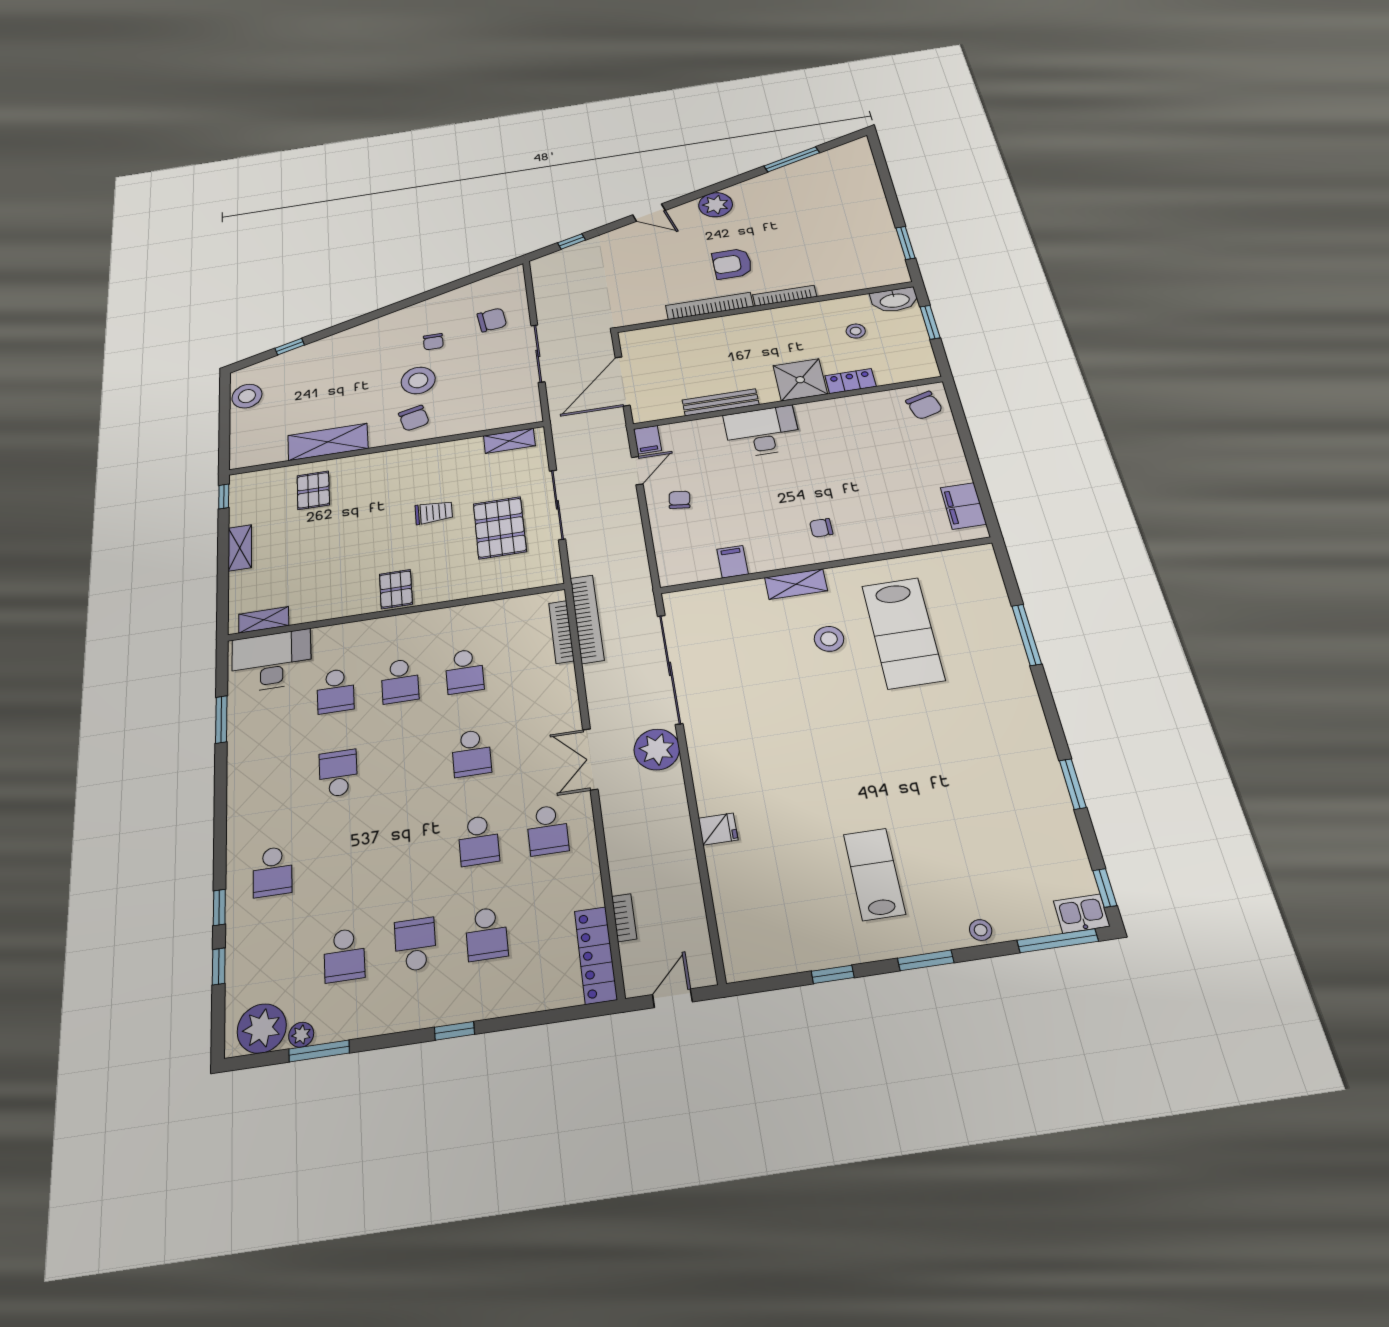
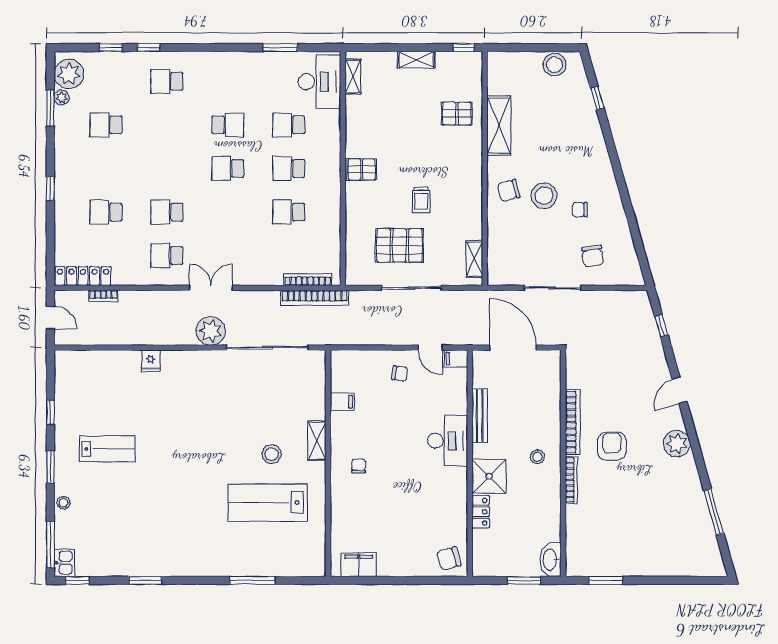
stool: (856, 331) -> (537, 457), moved
school desk: (471, 753) -> (228, 168), moved
school desk: (415, 944) -> (106, 168), removed

